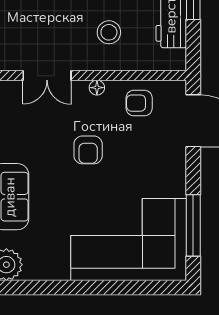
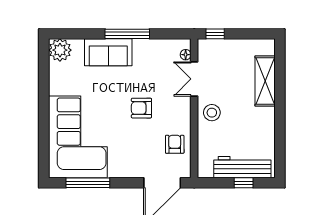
stool: (109, 32) -> (212, 113), moved
floor lamp: (97, 88) -> (186, 55), moved

